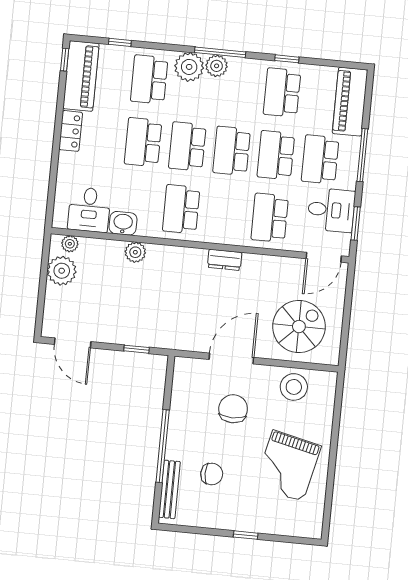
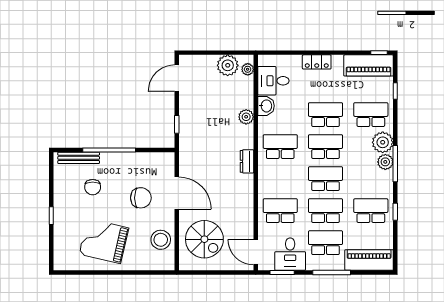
locker: (71, 131) -> (317, 62), moved
dresser: (225, 260) -> (247, 161), moved

